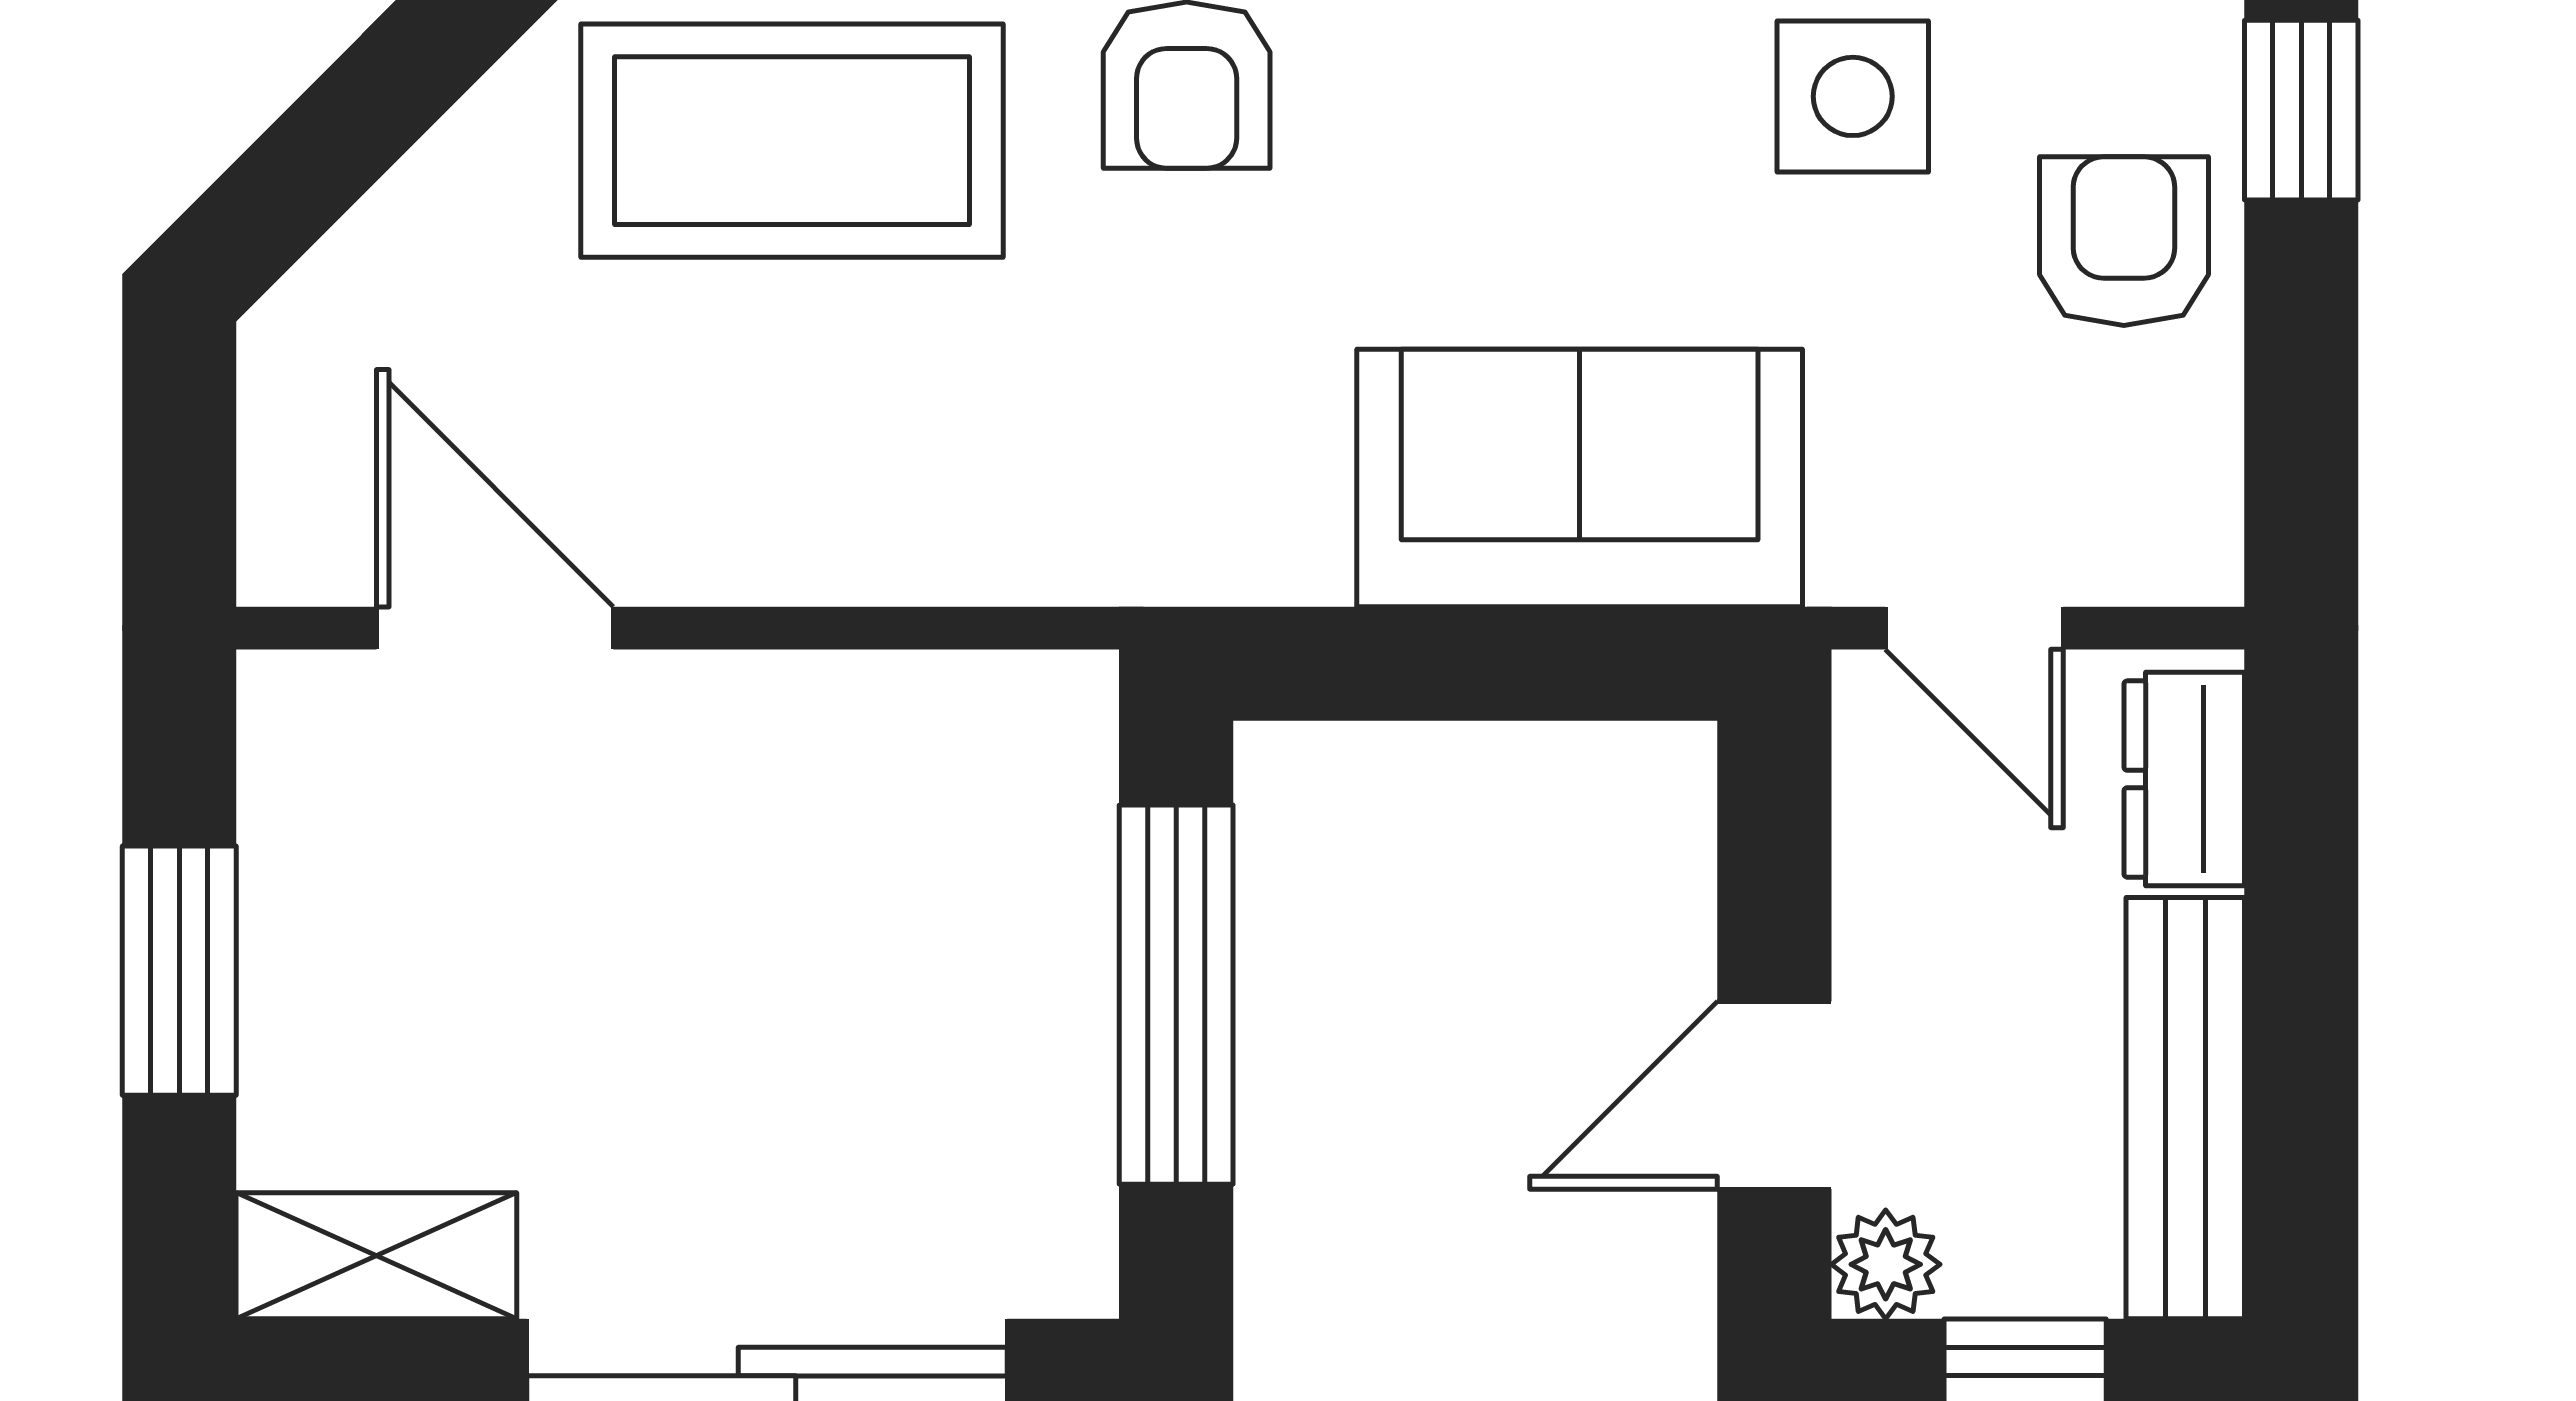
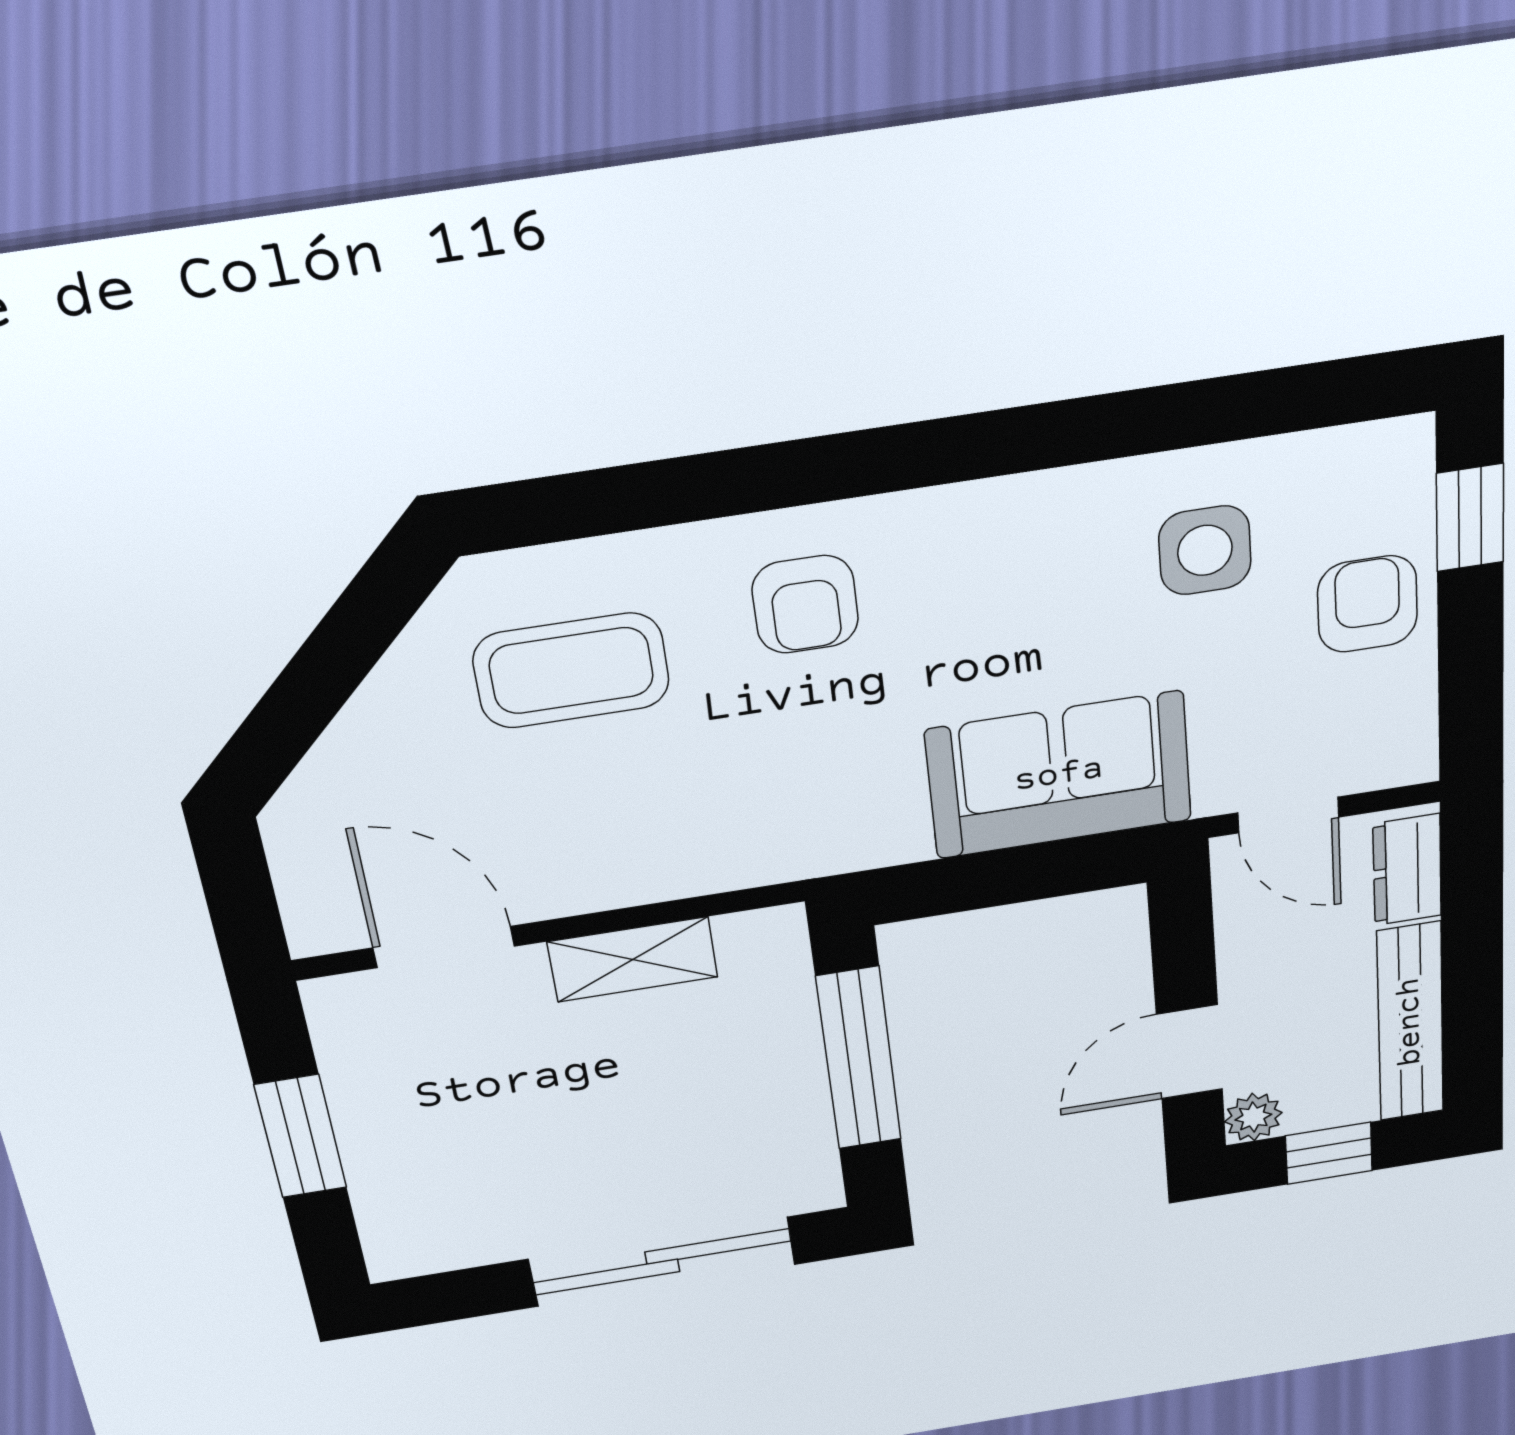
coffee table: (792, 141) -> (571, 671), width x0.73, depth x0.76
shelving: (376, 1256) -> (633, 959), moved

